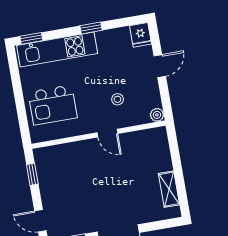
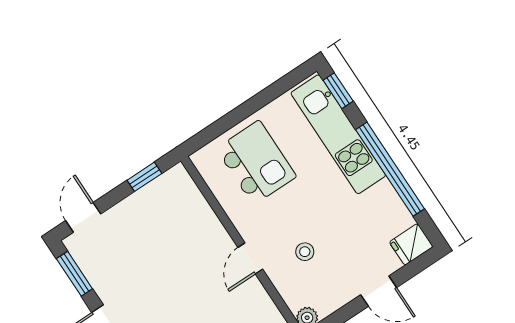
window: (91, 28) -> (390, 169), width x3.17
kitchen island: (53, 105) -> (256, 163), turned 180

